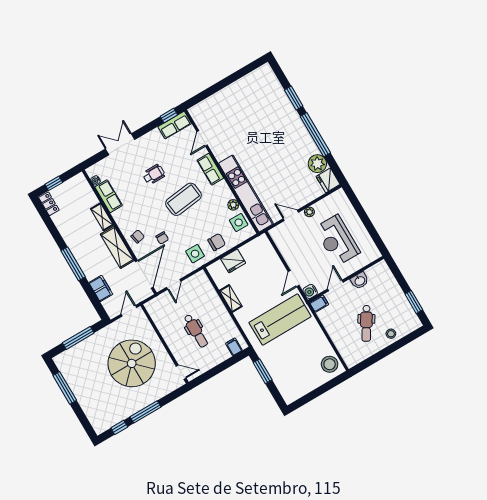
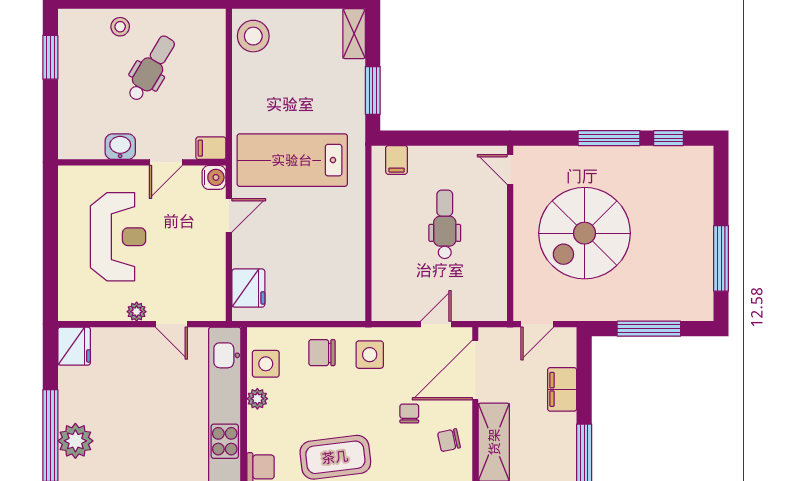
plant: (317, 164) -> (75, 441), moved
fridge: (233, 261) -> (248, 288), moved, turned 90
shelving: (231, 298) -> (354, 34), moved

